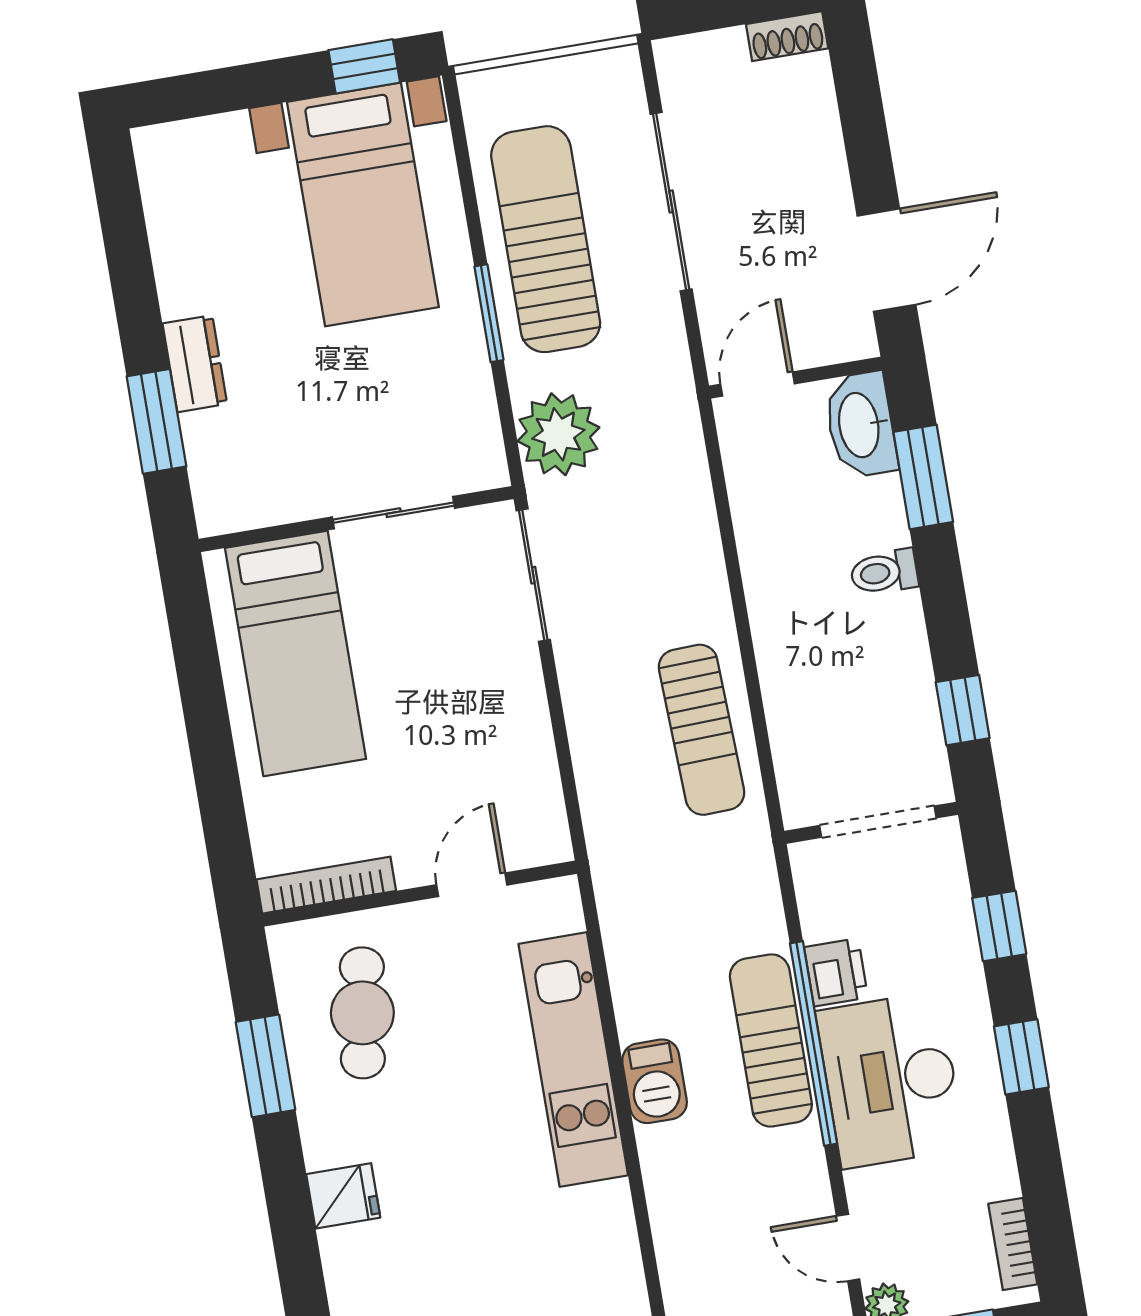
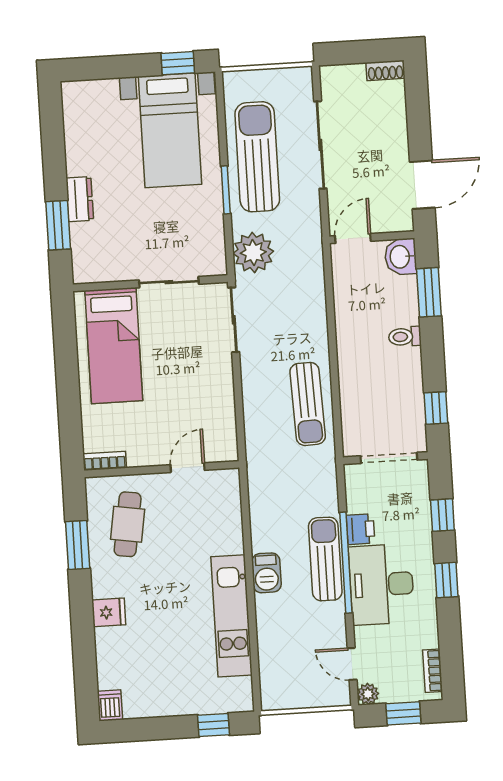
washbasin: (861, 425) -> (401, 257), width x0.72
bookcase: (326, 885) -> (105, 461), width x0.64
kitchen unit: (573, 1060) -> (231, 616), moved

